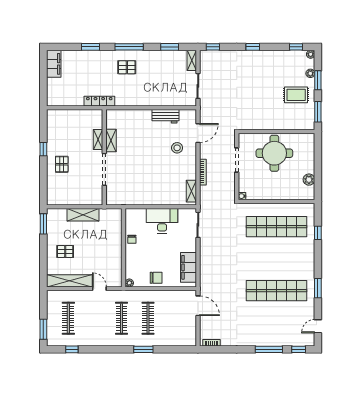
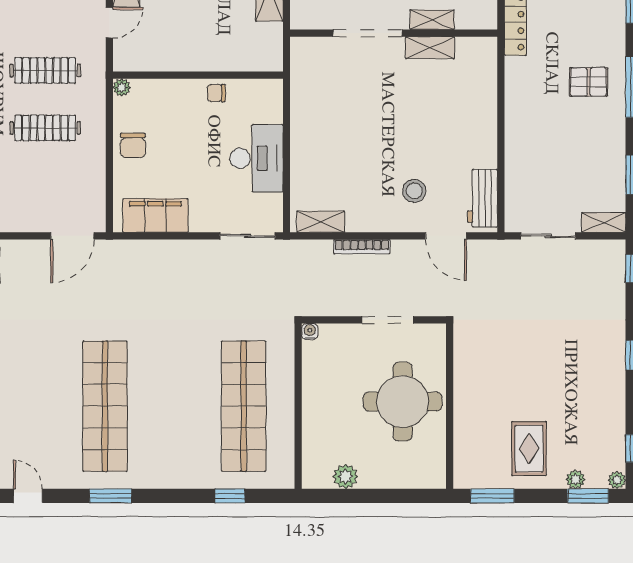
pallet: (127, 67) -> (589, 82), turned 90
window: (318, 80) -> (588, 496), moved
workbench: (166, 116) -> (483, 198), moved

